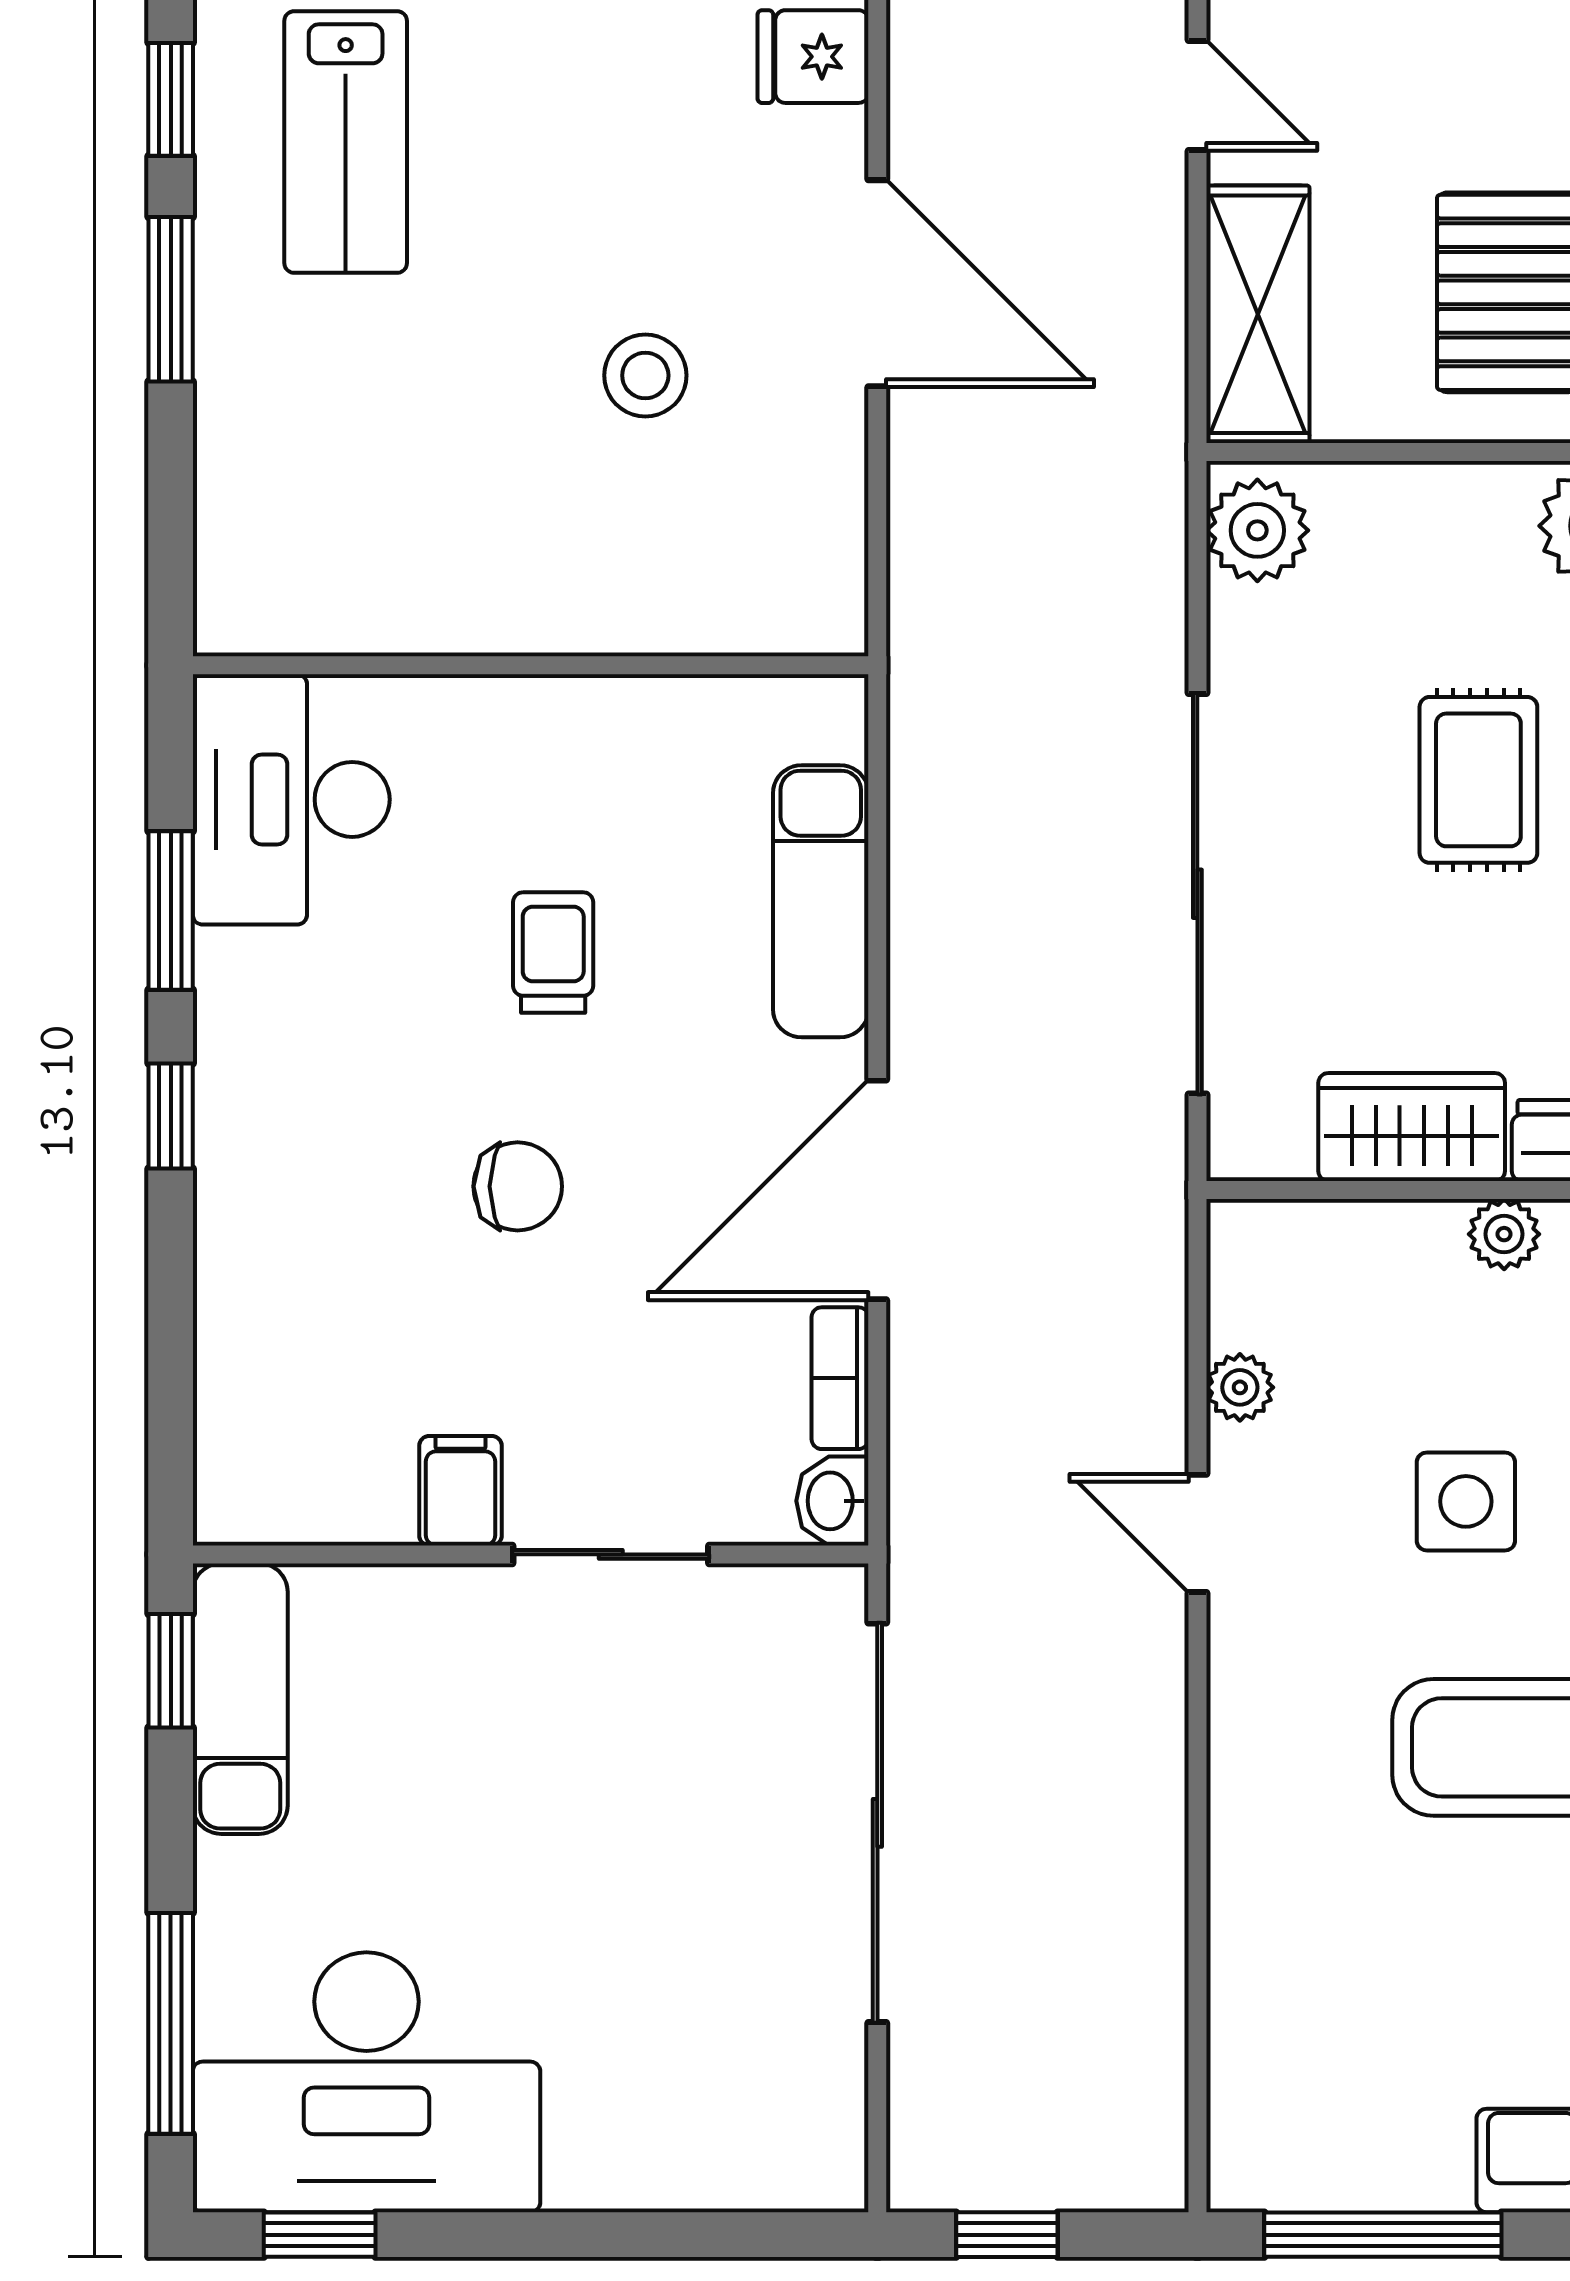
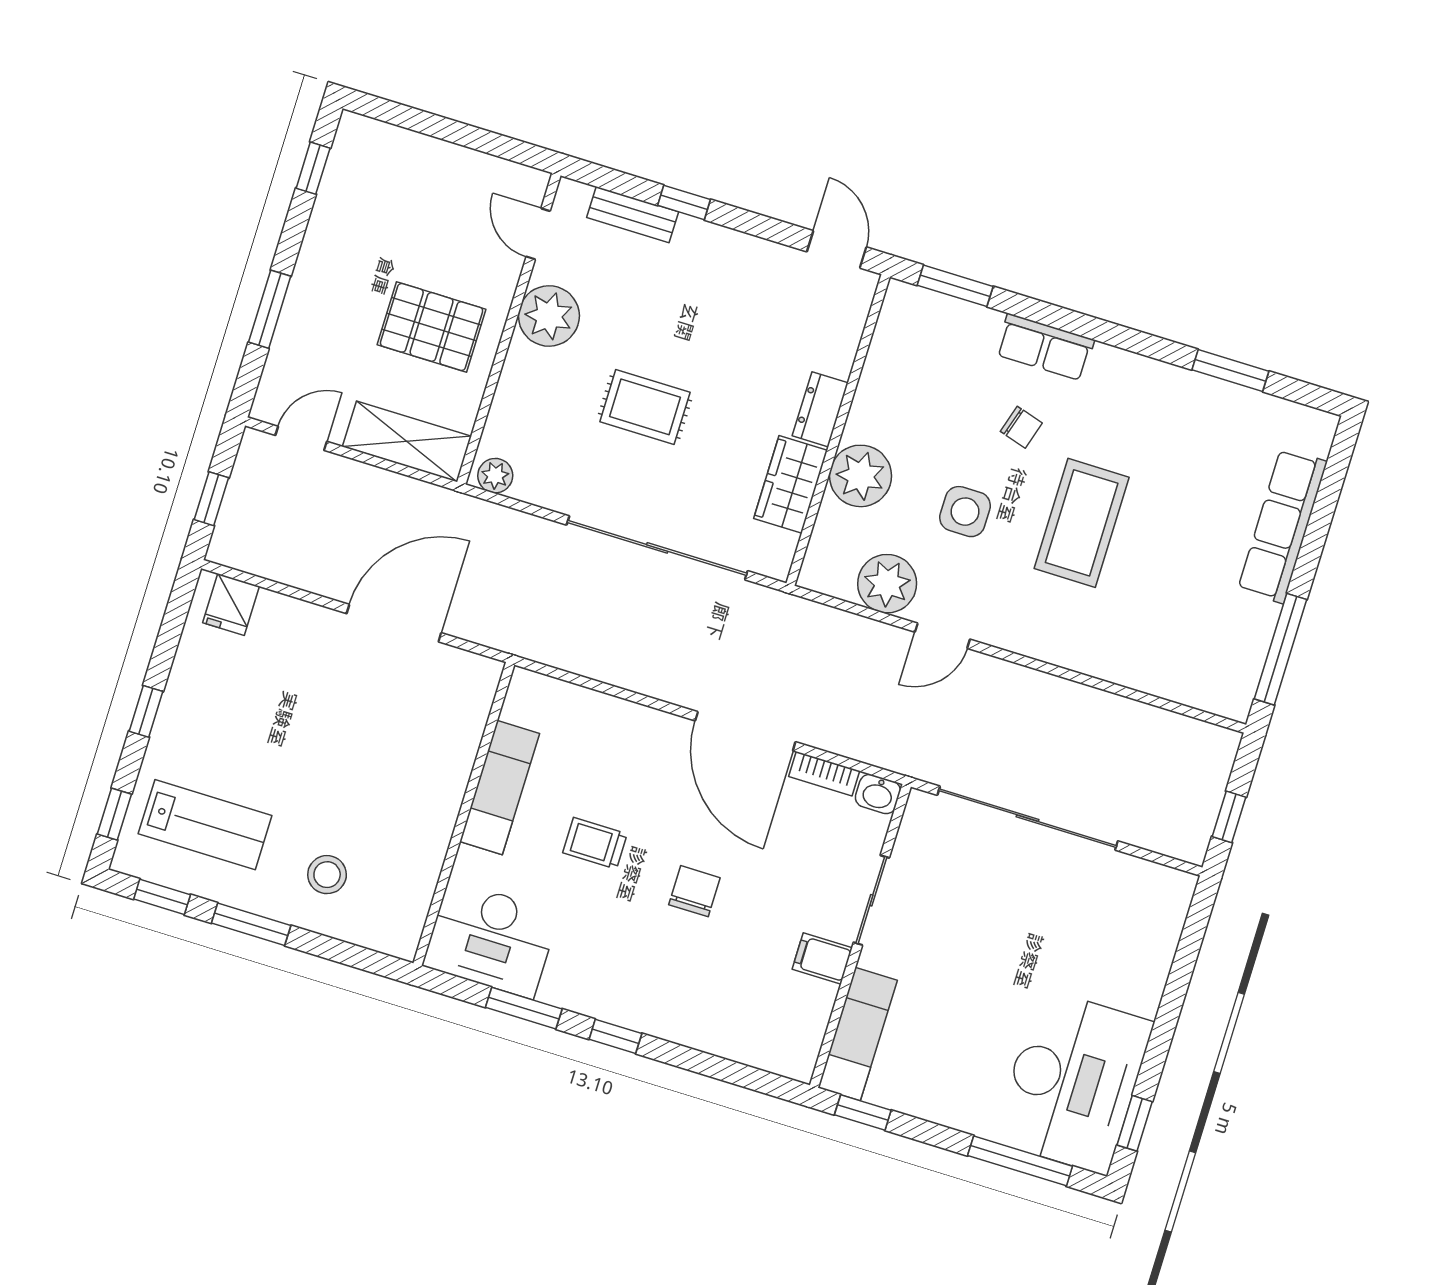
door: (877, 283) -> (394, 623), moved
stool: (645, 375) -> (327, 875), moved
plant: (1257, 530) -> (495, 476), width x0.73, depth x0.73
exam couch: (821, 901) -> (500, 788), moved, turned -90
plant: (1504, 1234) -> (861, 476), width x1.88, depth x1.88
plant: (1240, 1387) -> (887, 584), width x1.88, depth x1.88
exam couch: (240, 1699) -> (858, 1034), moved, turned 90

